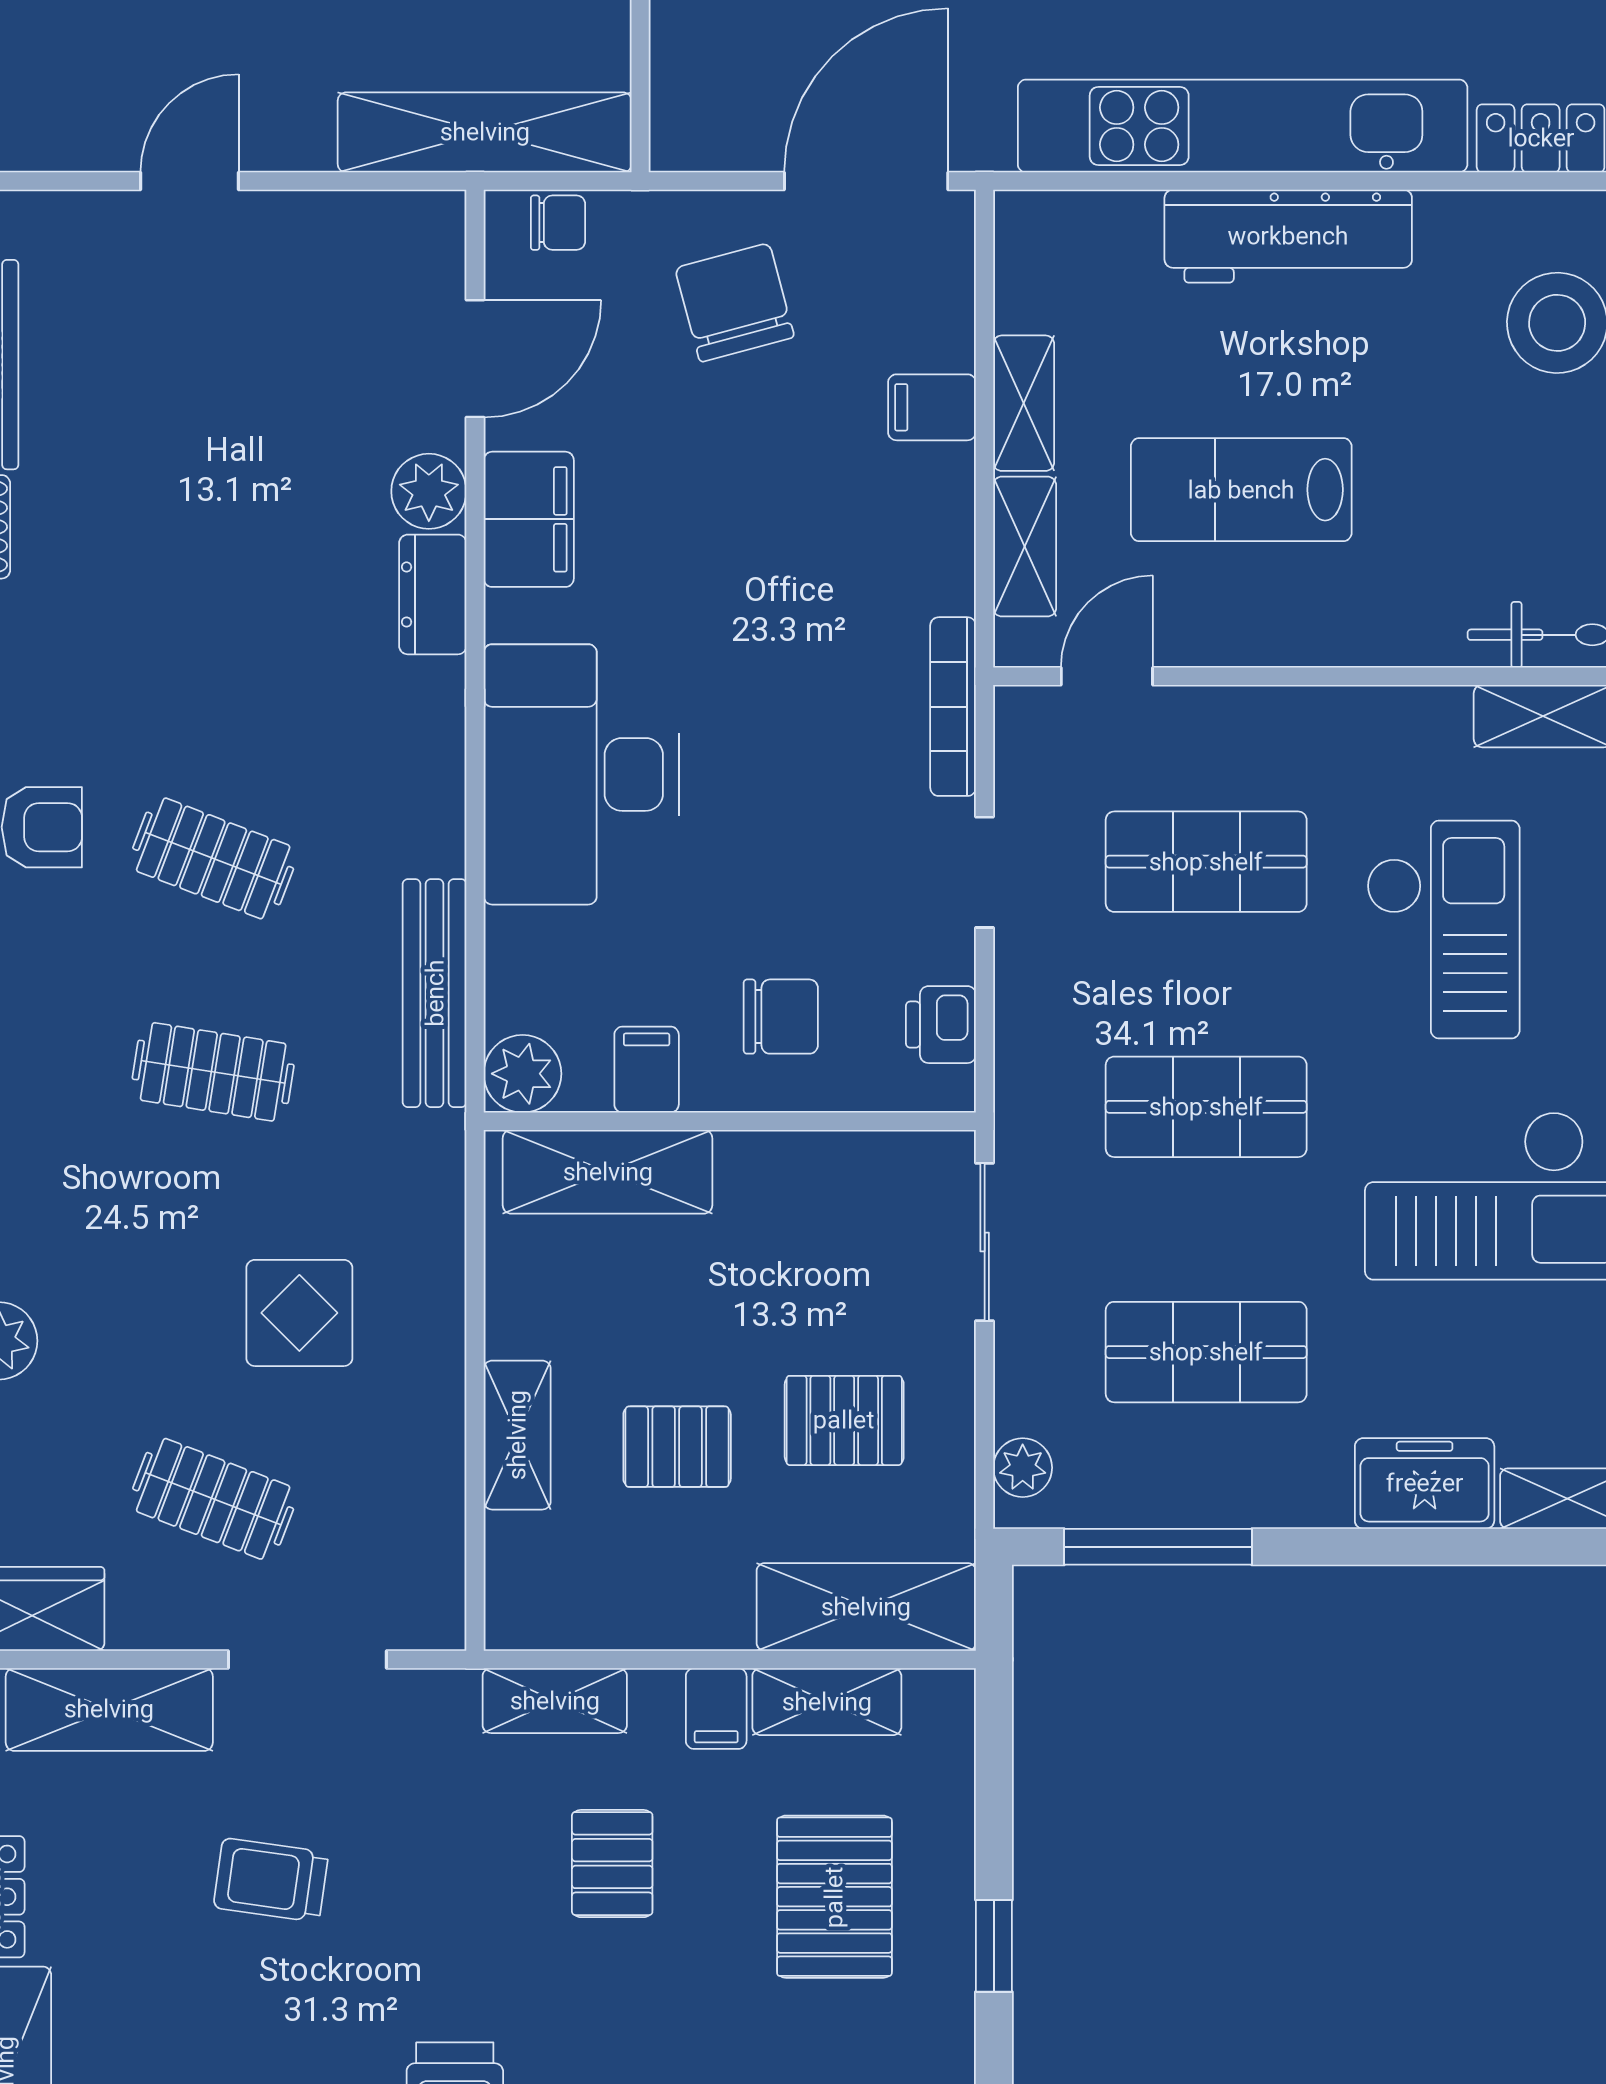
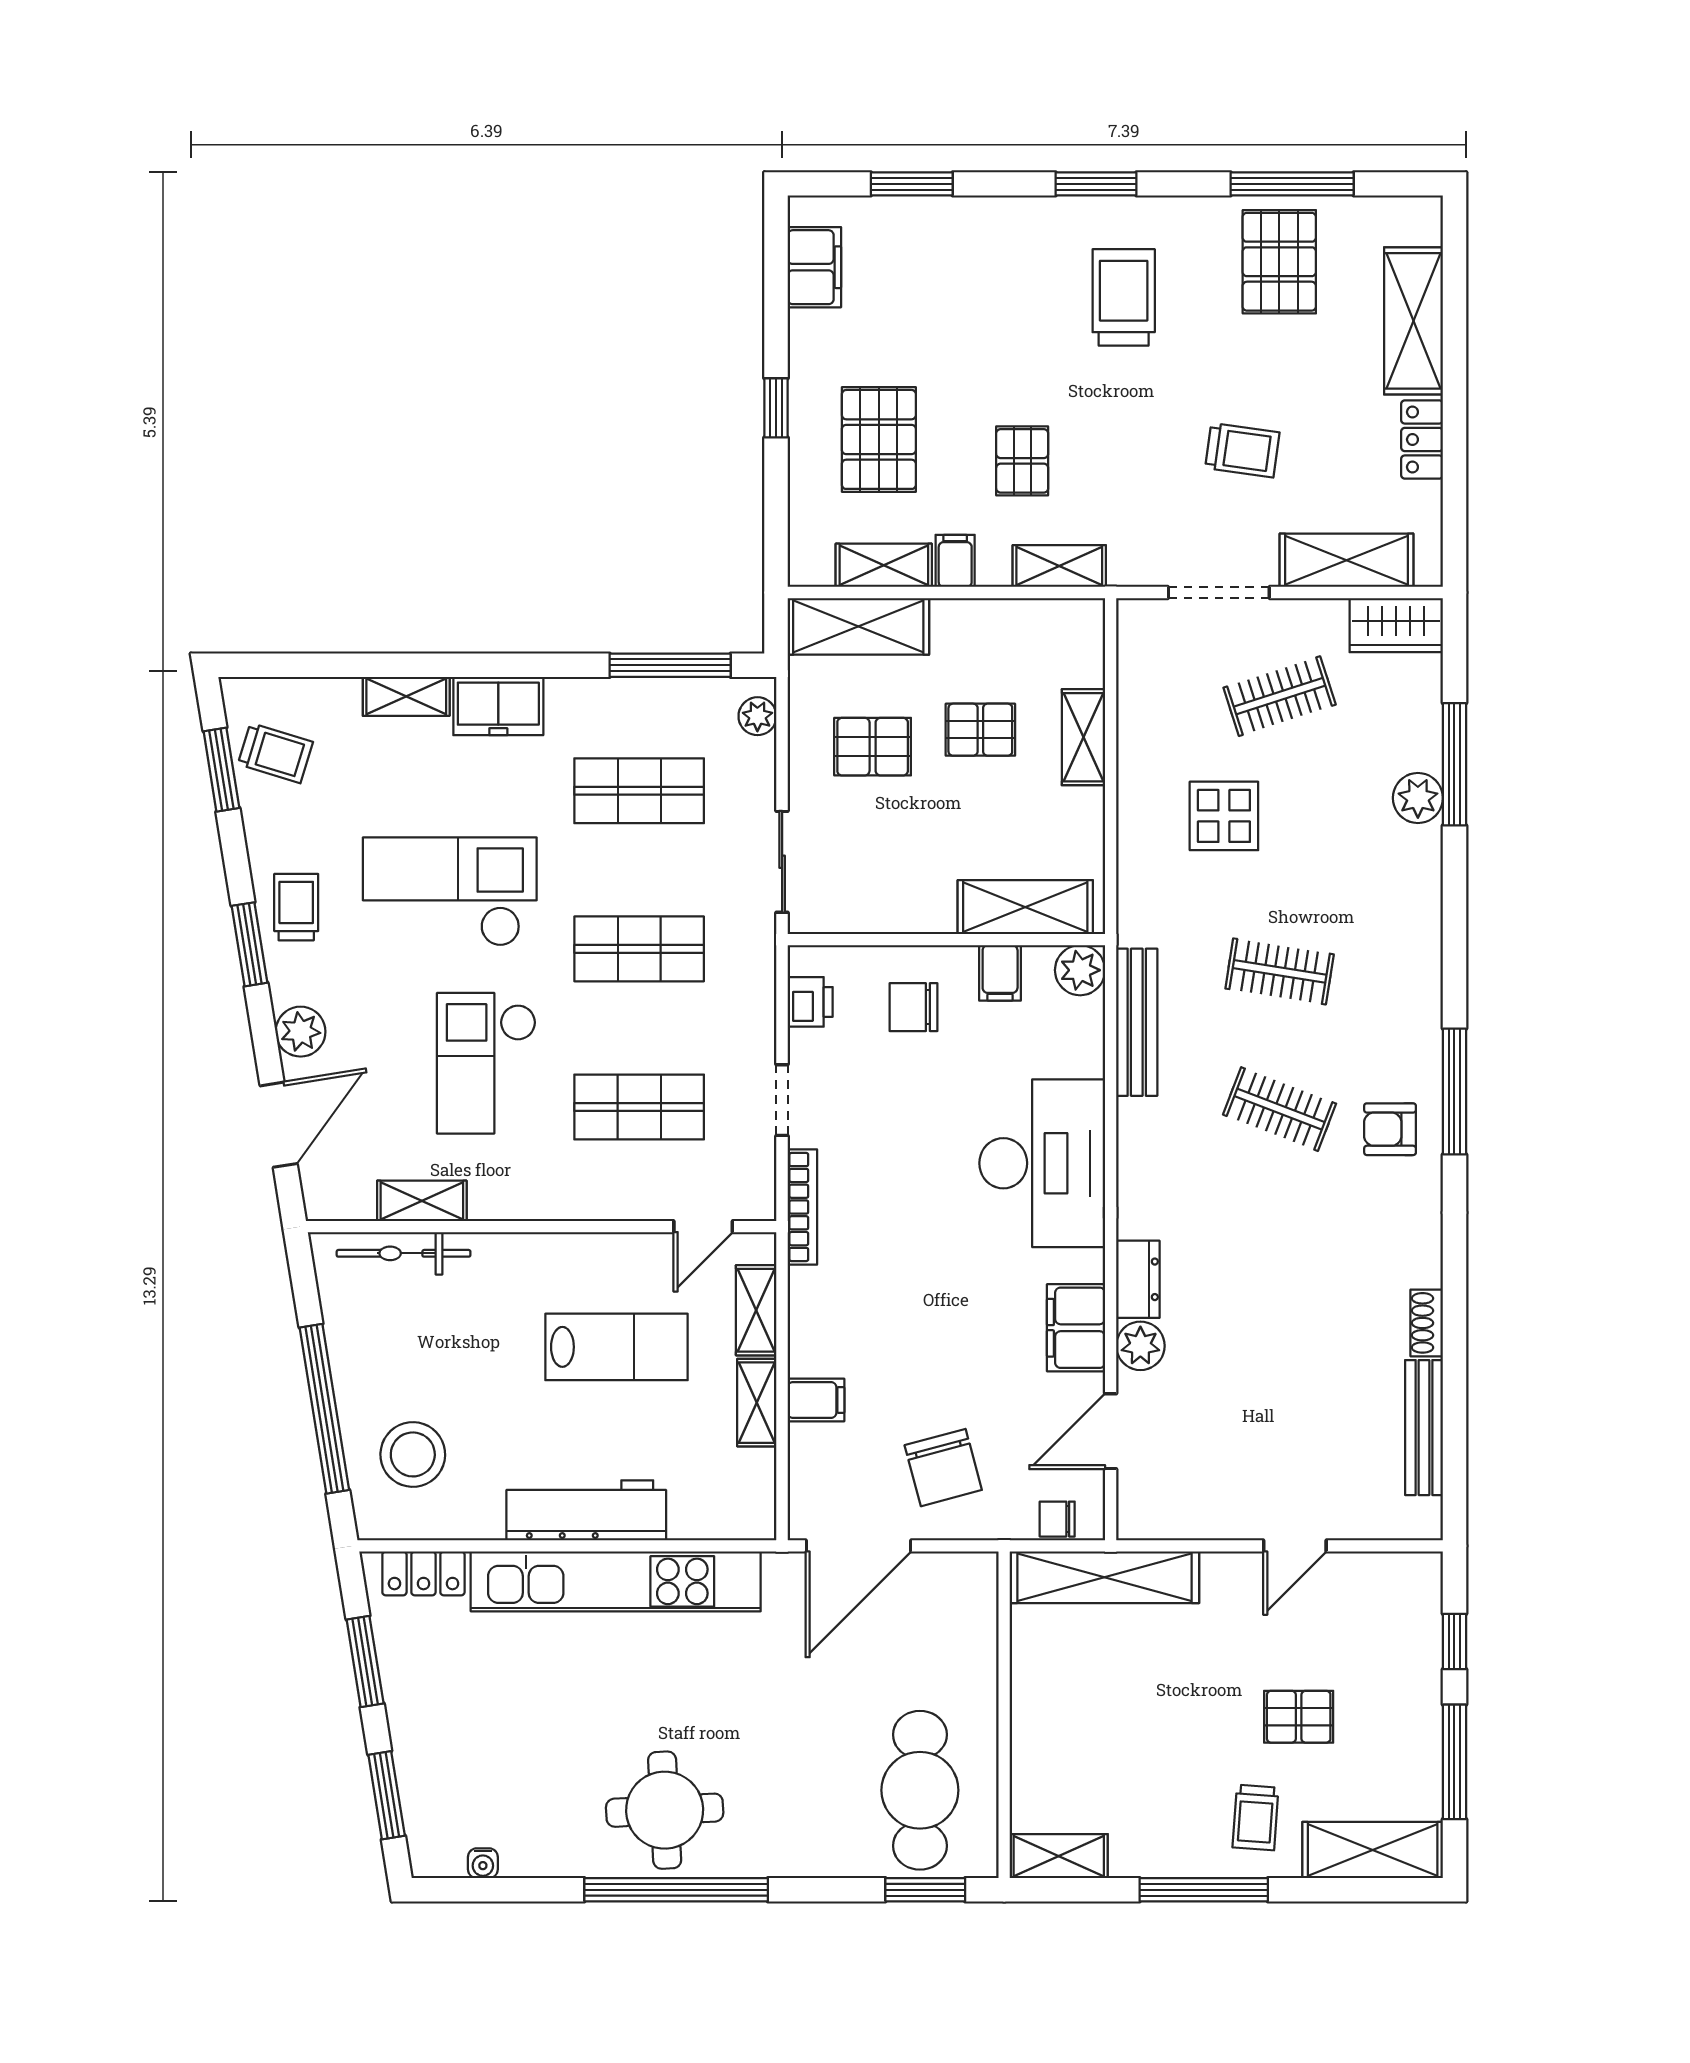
clothes rail: (213, 1499) -> (1280, 696), turned -39

